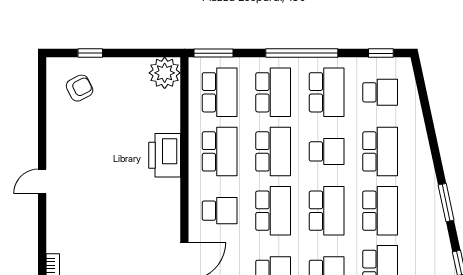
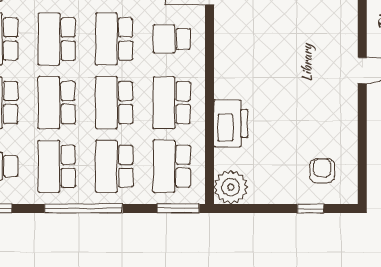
armchair: (80, 88) -> (322, 171), turned 117
school desk: (327, 151) -> (57, 103), width x1.85
printer: (165, 155) -> (231, 123), moved

